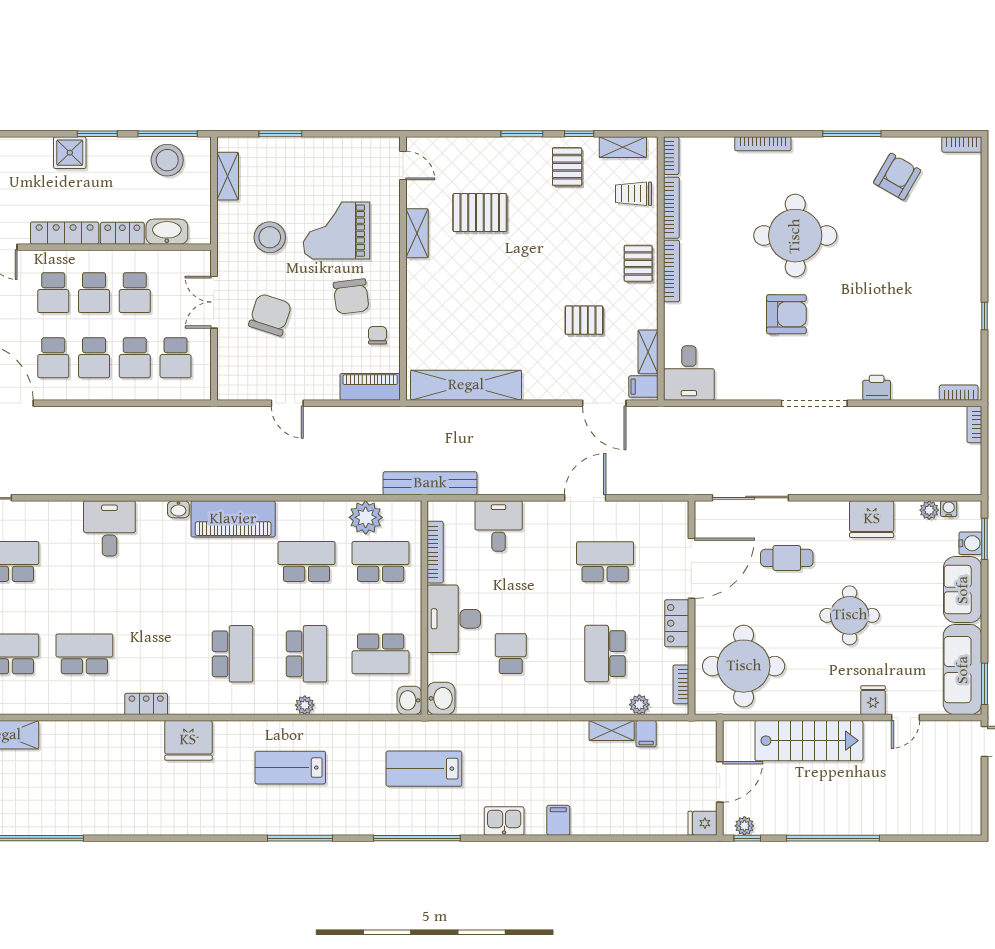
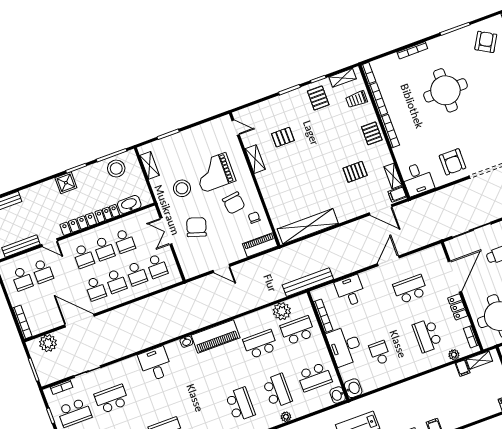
pallet: (480, 213) -> (283, 137), width x0.67, depth x0.71
armchair: (786, 314) -> (453, 162), moved, turned 90
shelving: (612, 731) -> (479, 360), moved

